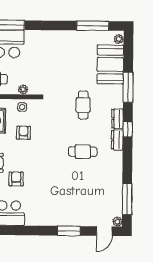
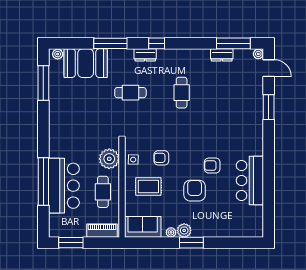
plant: (23, 89) -> (109, 159), width x1.87, depth x1.87
dresser: (117, 140) -> (222, 55), moved

